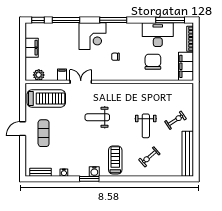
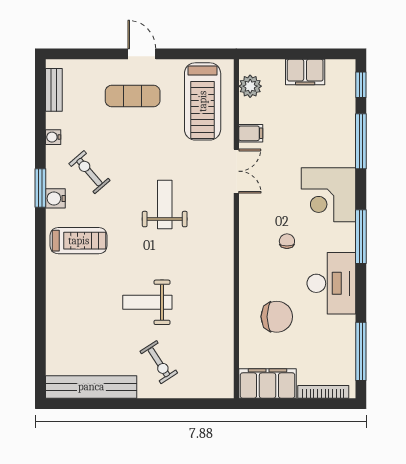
desk: (158, 35) -> (331, 283), moved
exercise bike: (149, 157) -> (89, 172), moved

